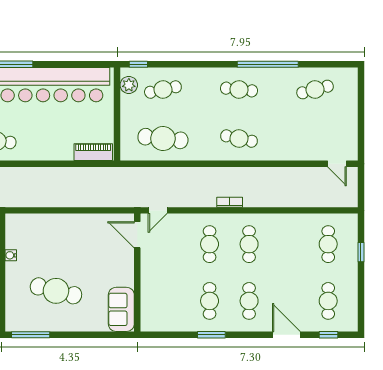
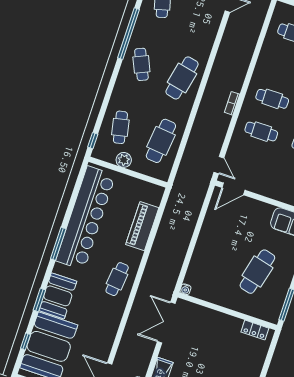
plant: (129, 85) -> (124, 160), moved
cafe table: (239, 90) -> (141, 64), turned -30
cafe table: (239, 139) -> (182, 78), width x1.37, depth x1.35
piano: (93, 152) -> (142, 226), moved, width x1.37, depth x1.33
water cooler: (11, 255) -> (185, 289), moved

